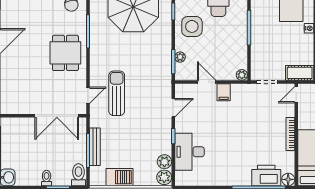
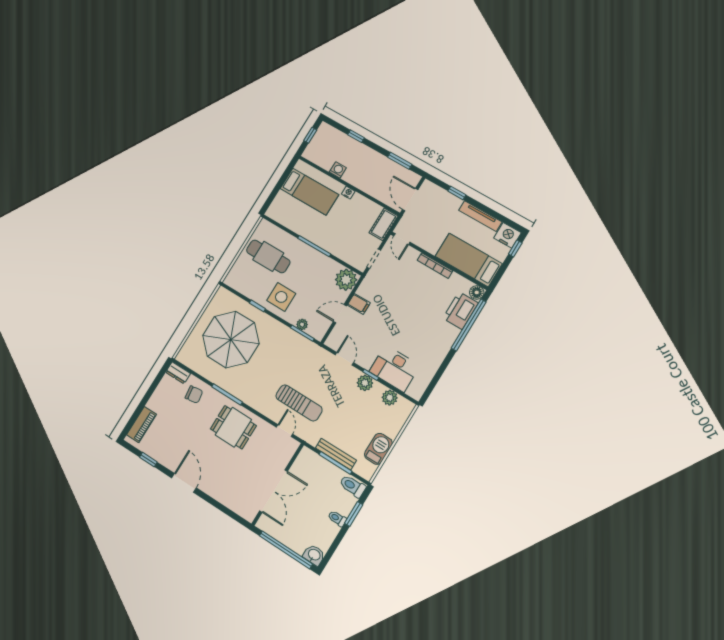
plant: (242, 75) -> (346, 280), width x1.88, depth x1.88
sun lounger: (117, 93) -> (299, 403), turned 180
double door: (57, 116) -> (274, 491), moved
plant: (164, 177) -> (365, 383), moved

